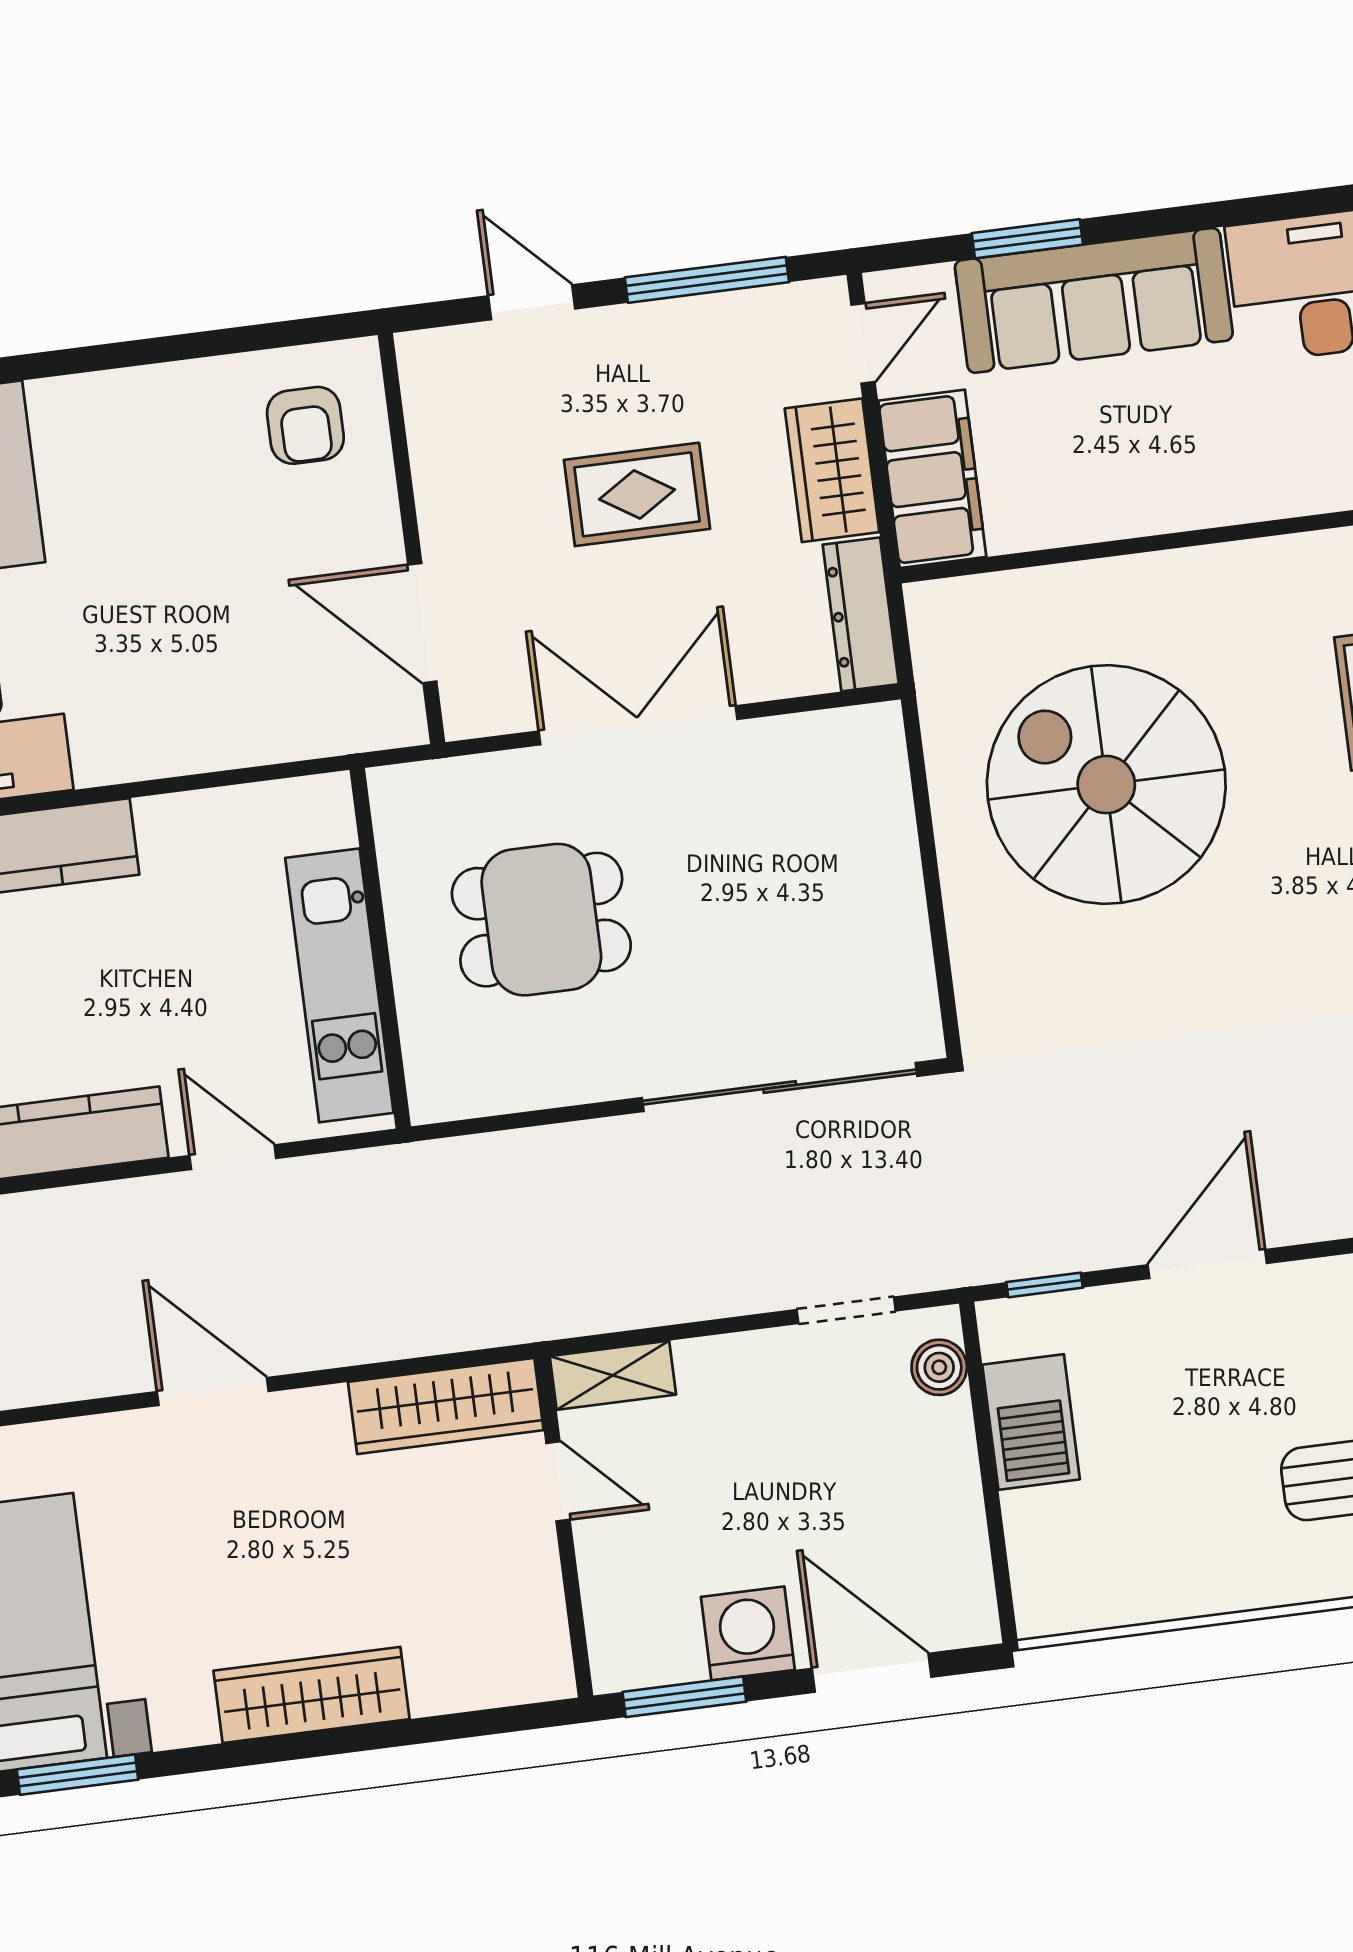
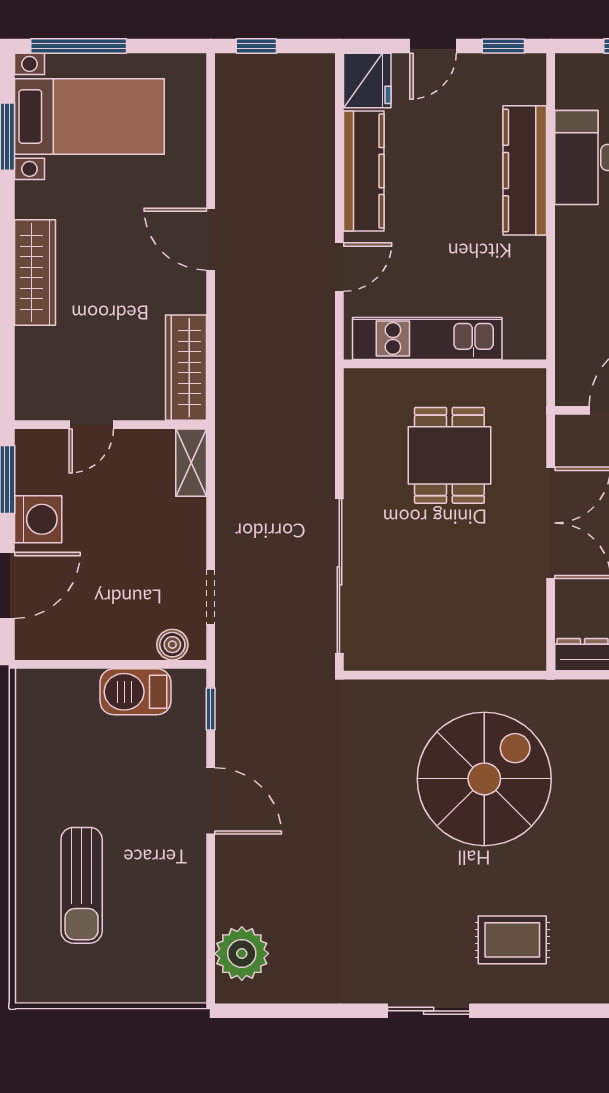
door: (213, 1391) -> (211, 239), swing flipped
door: (558, 1481) -> (91, 425), moved

